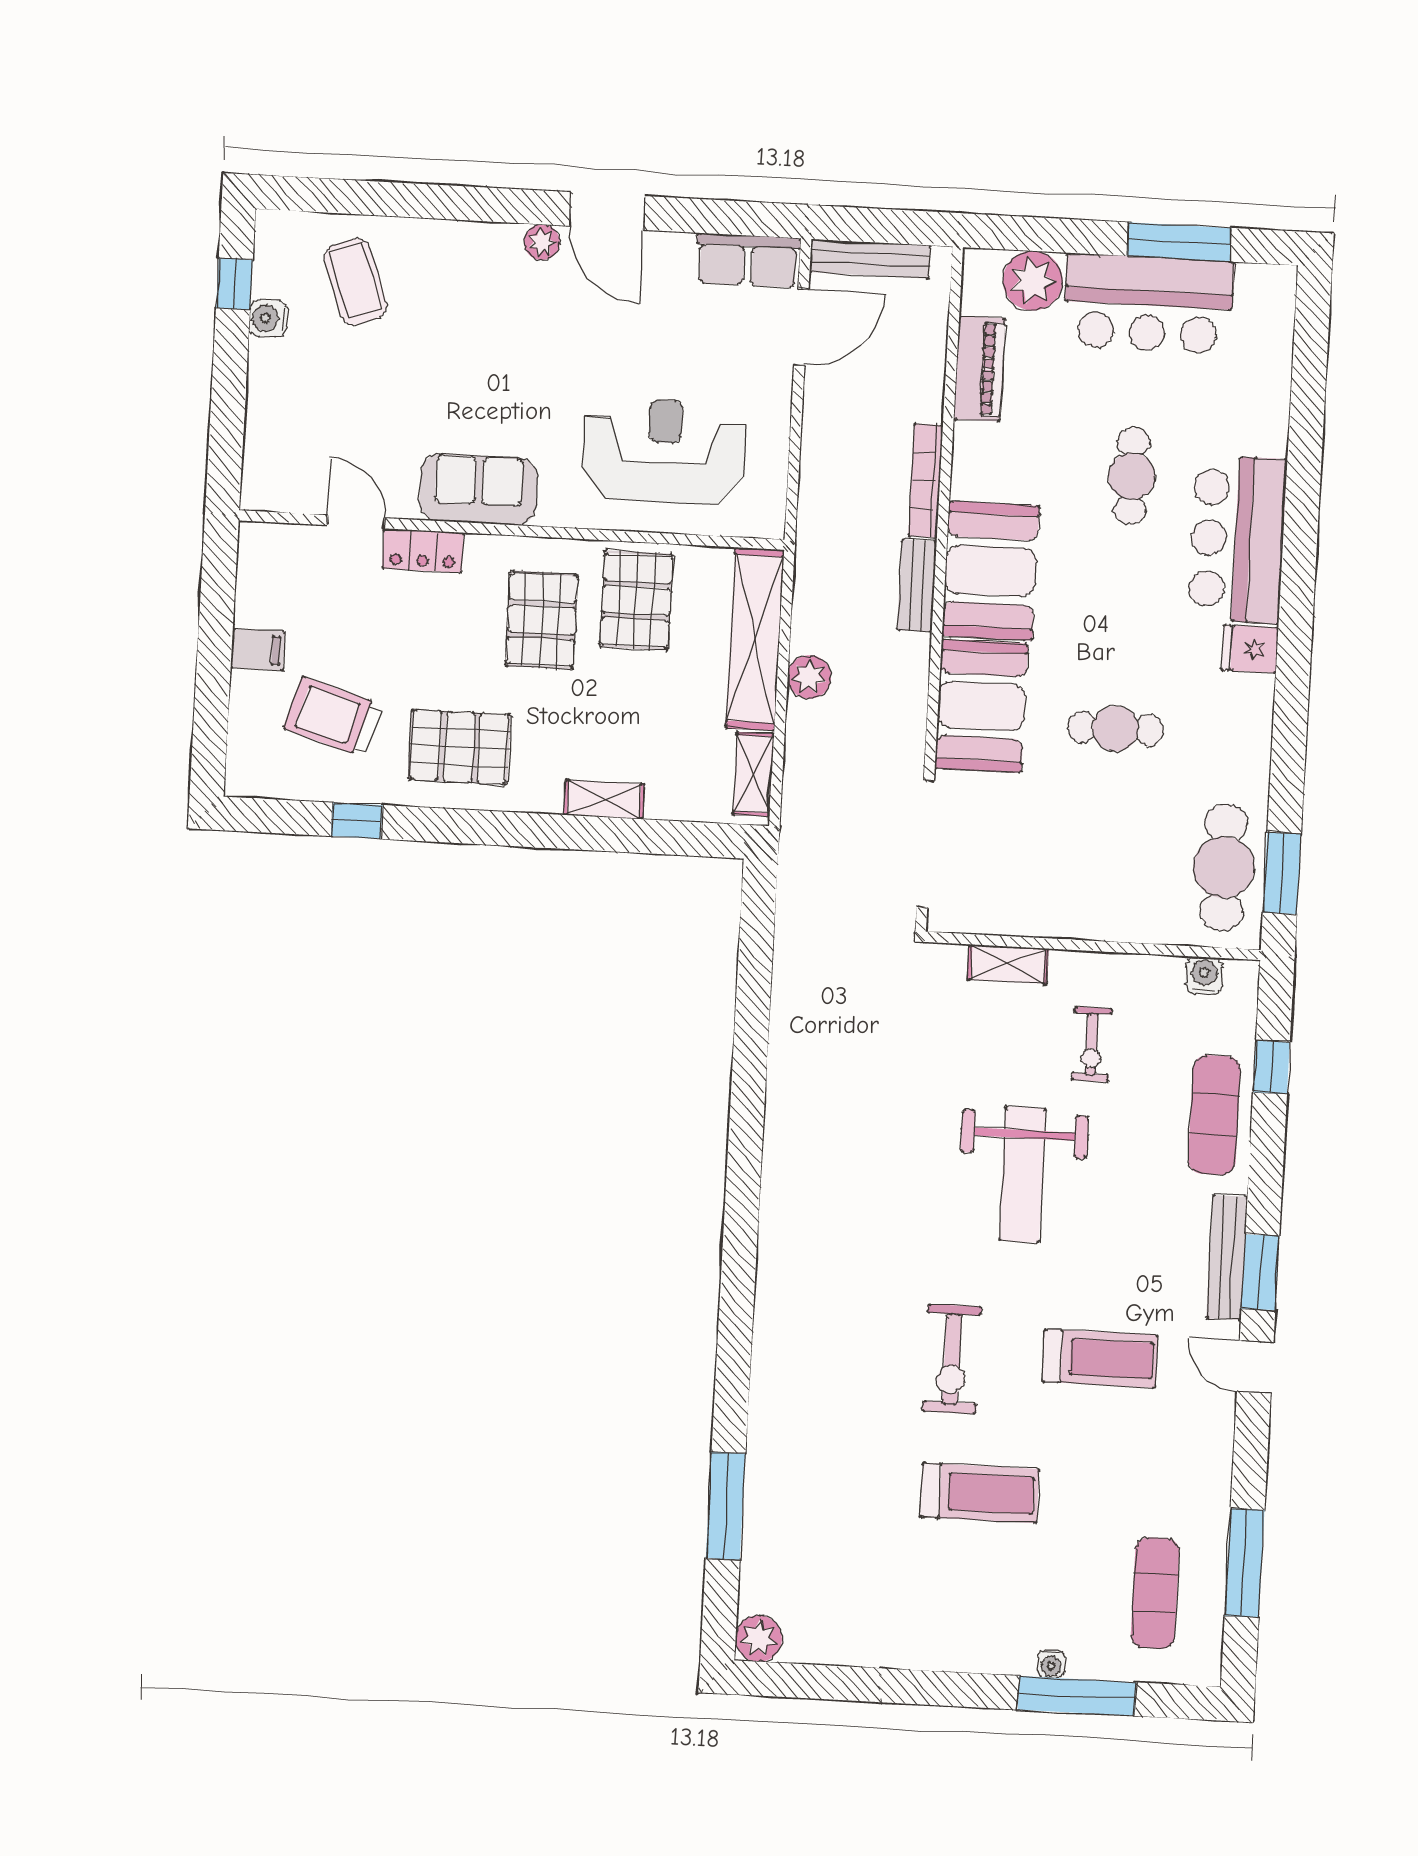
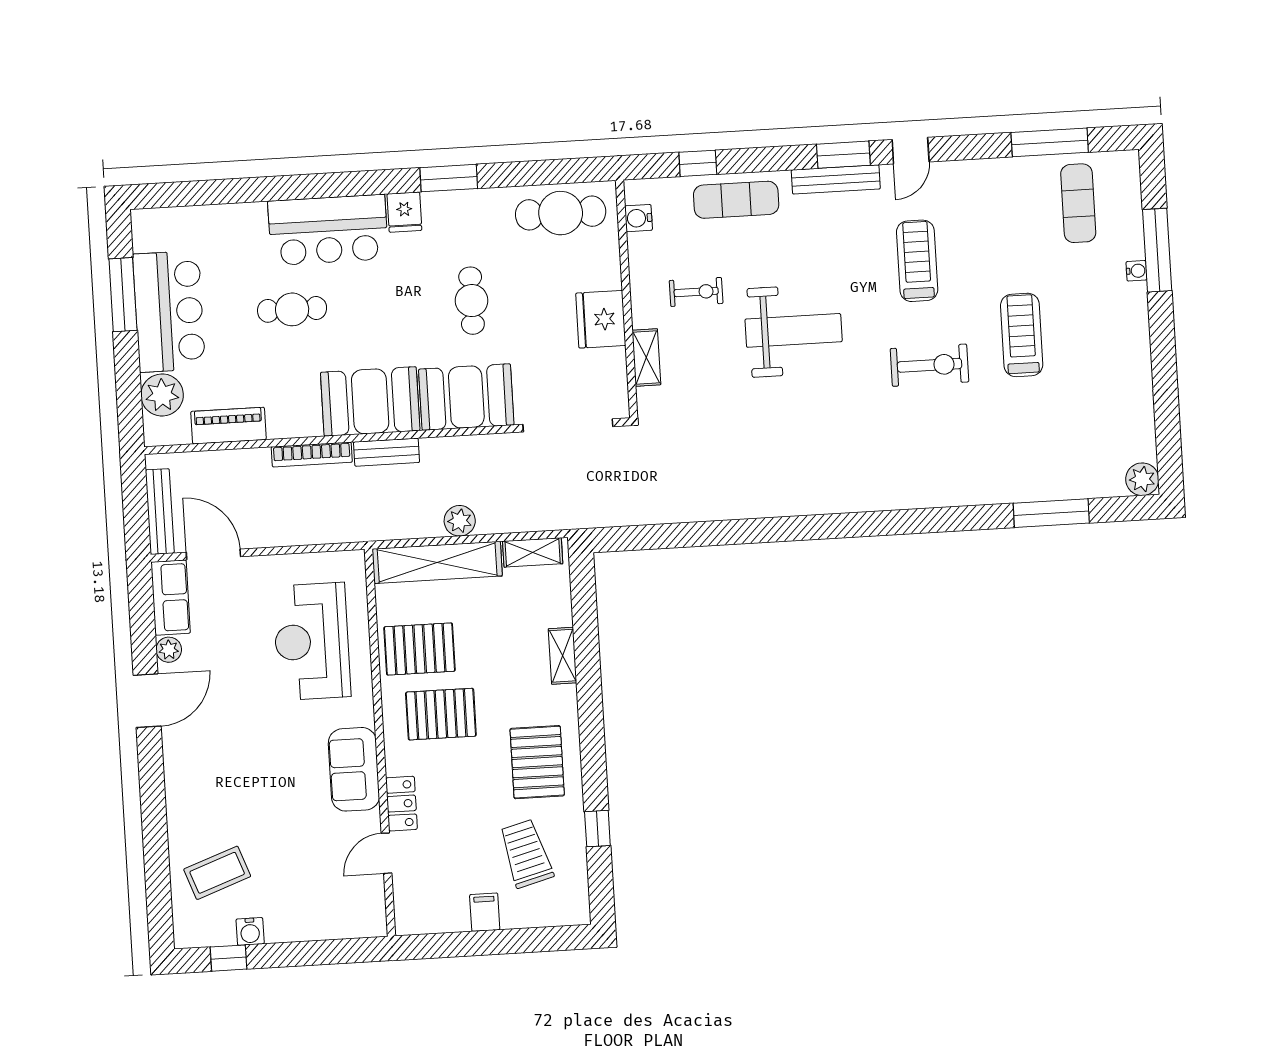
plant: (542, 242) -> (169, 650), moved
trolley: (333, 717) -> (526, 854), turned 148
window: (1282, 873) -> (449, 178), moved
fridge: (1069, 906) -> (601, 319), added
exercise mat: (1155, 1593) -> (1078, 203), turned 90

